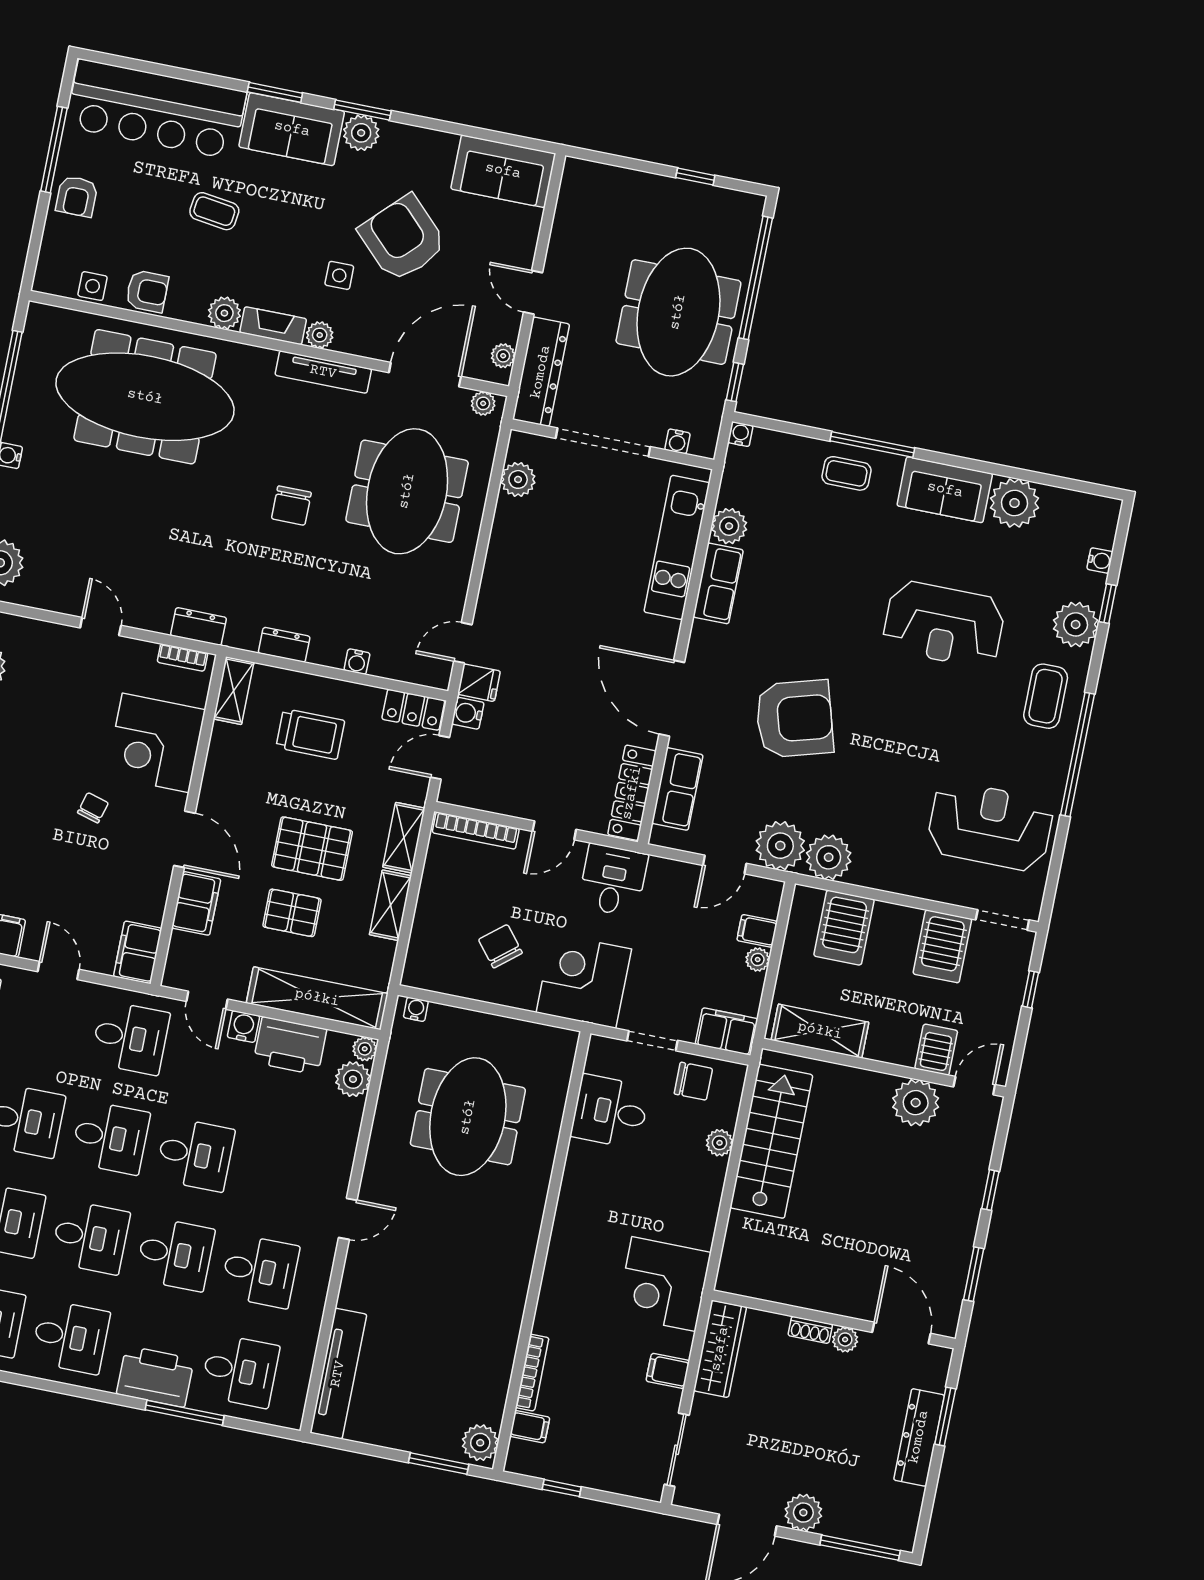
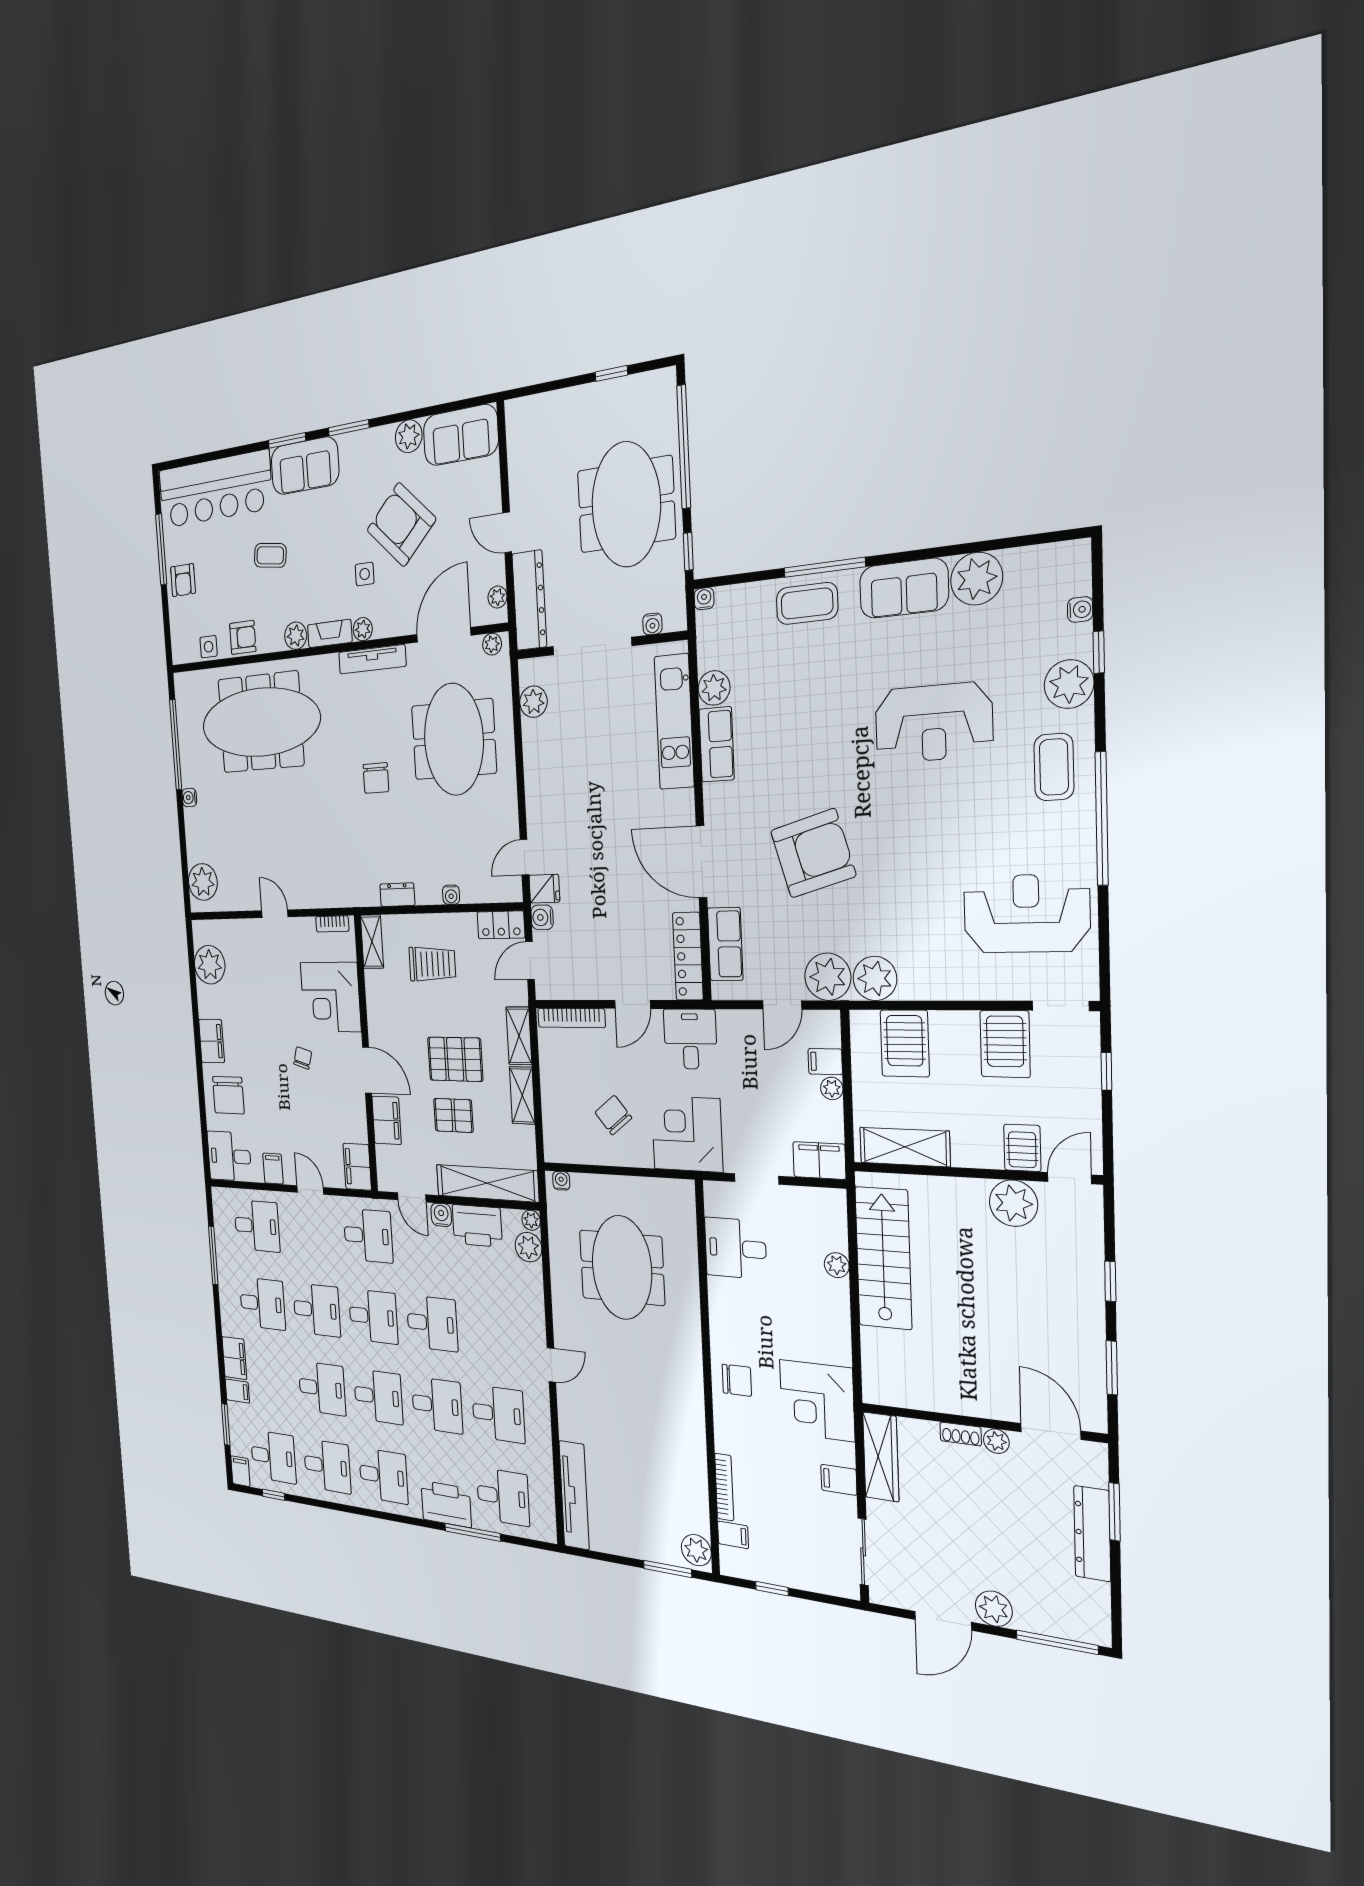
plant: (361, 133) -> (409, 436), moved
coffee table: (846, 473) -> (807, 603), width x1.36, depth x1.30
dresser: (199, 626) -> (337, 896), removed
chair: (693, 1081) -> (737, 1380), moved

